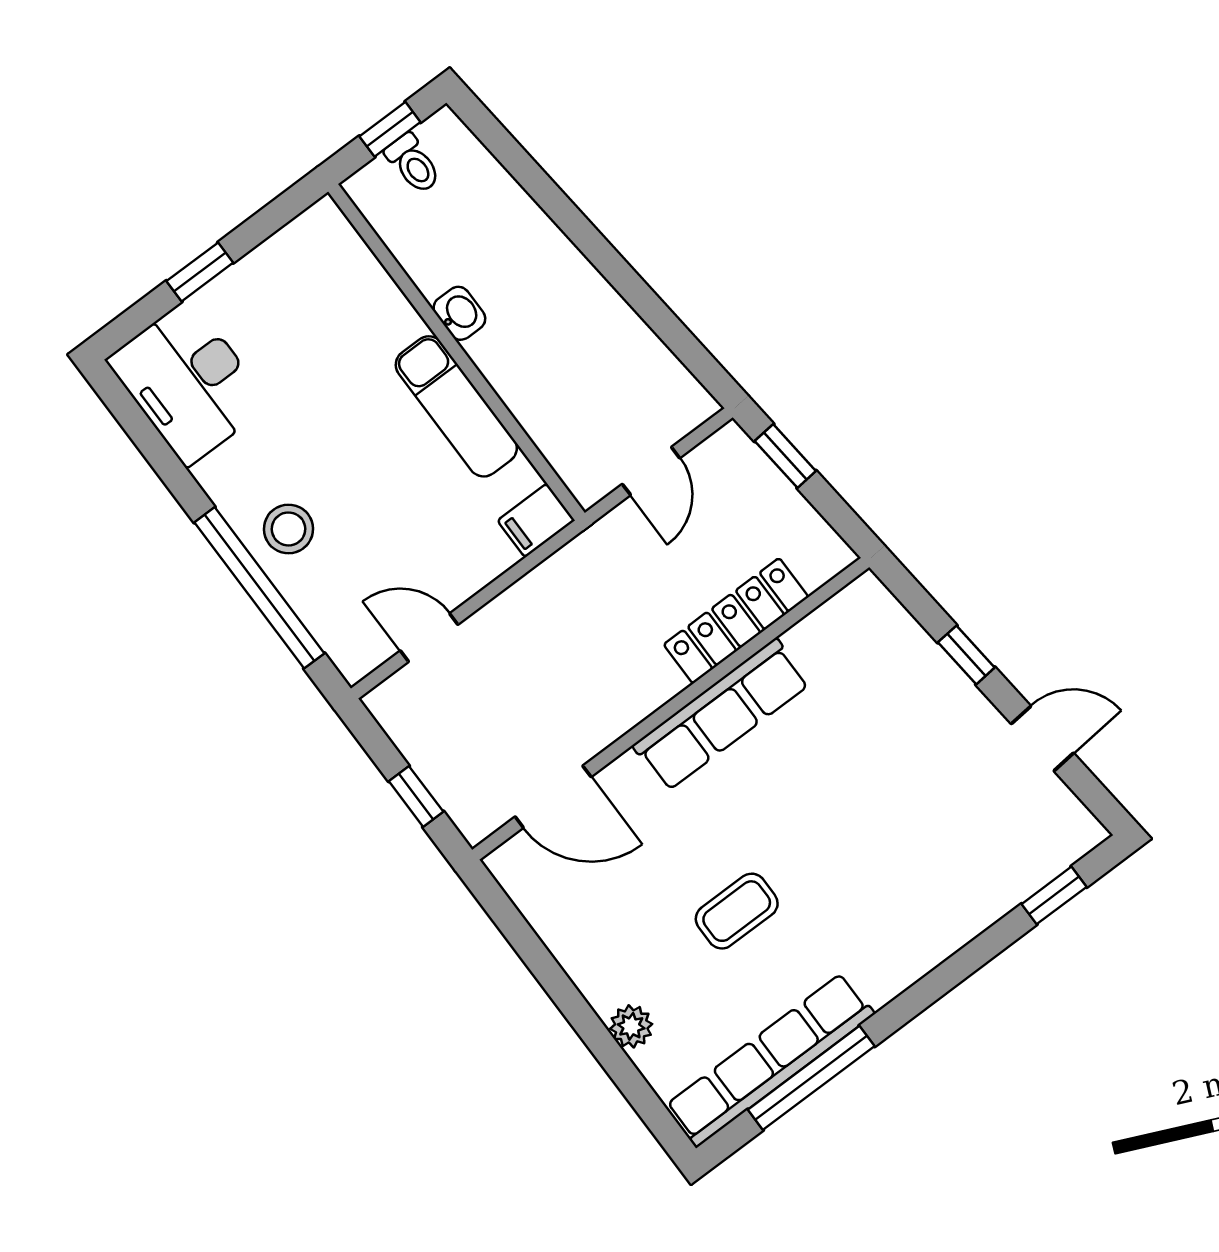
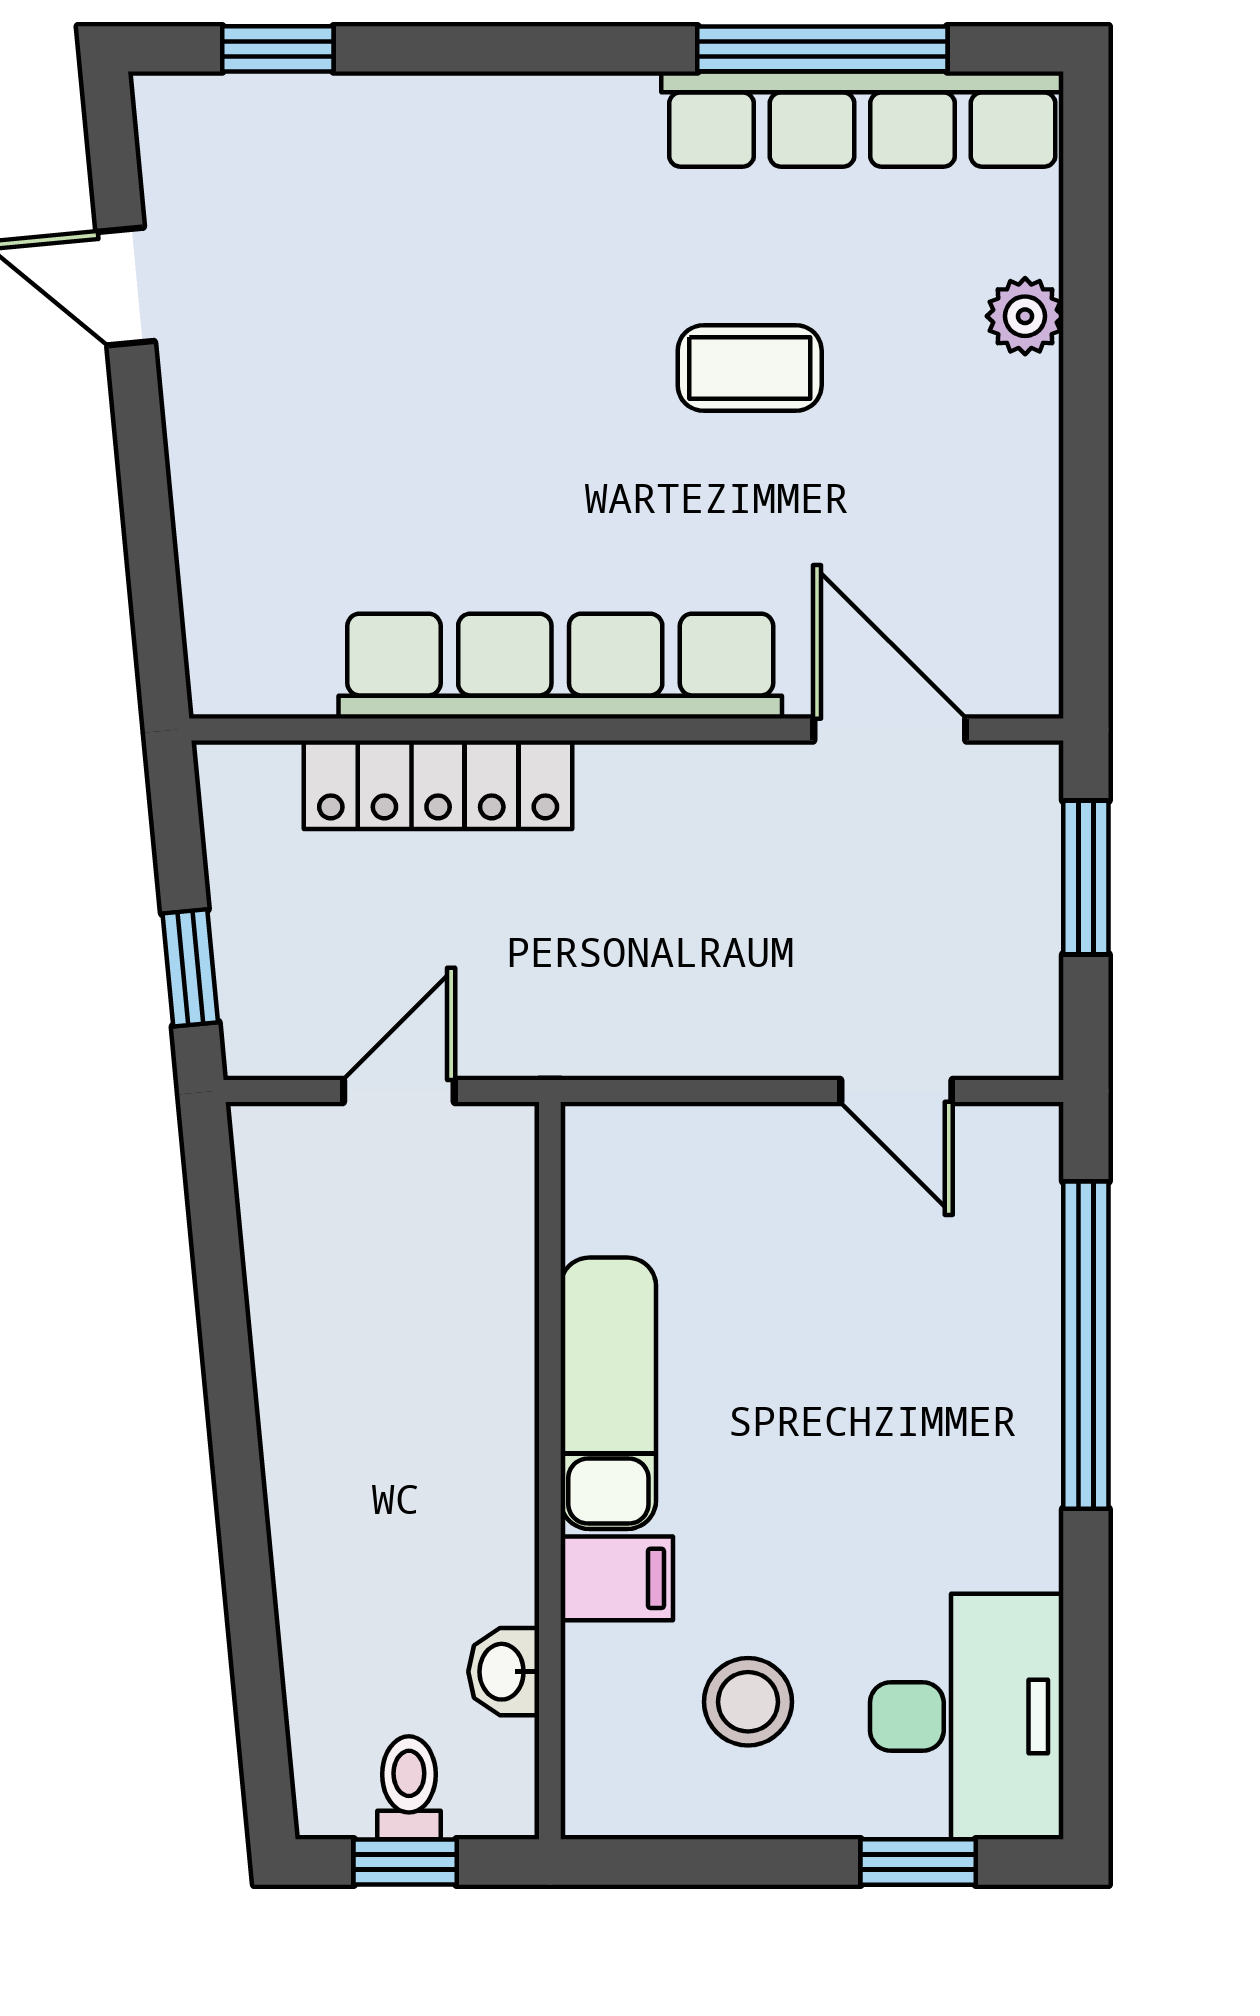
window: (200, 272) -> (918, 1862), moved
washbasin: (459, 313) -> (504, 1672), moved
filing cabinet: (536, 520) -> (617, 1578), moved
stool: (288, 529) -> (748, 1702), moved
window: (966, 655) -> (145, 488), removed
row of seats: (721, 715) -> (560, 666), width x1.36
window: (416, 796) -> (1086, 877), width x1.50

